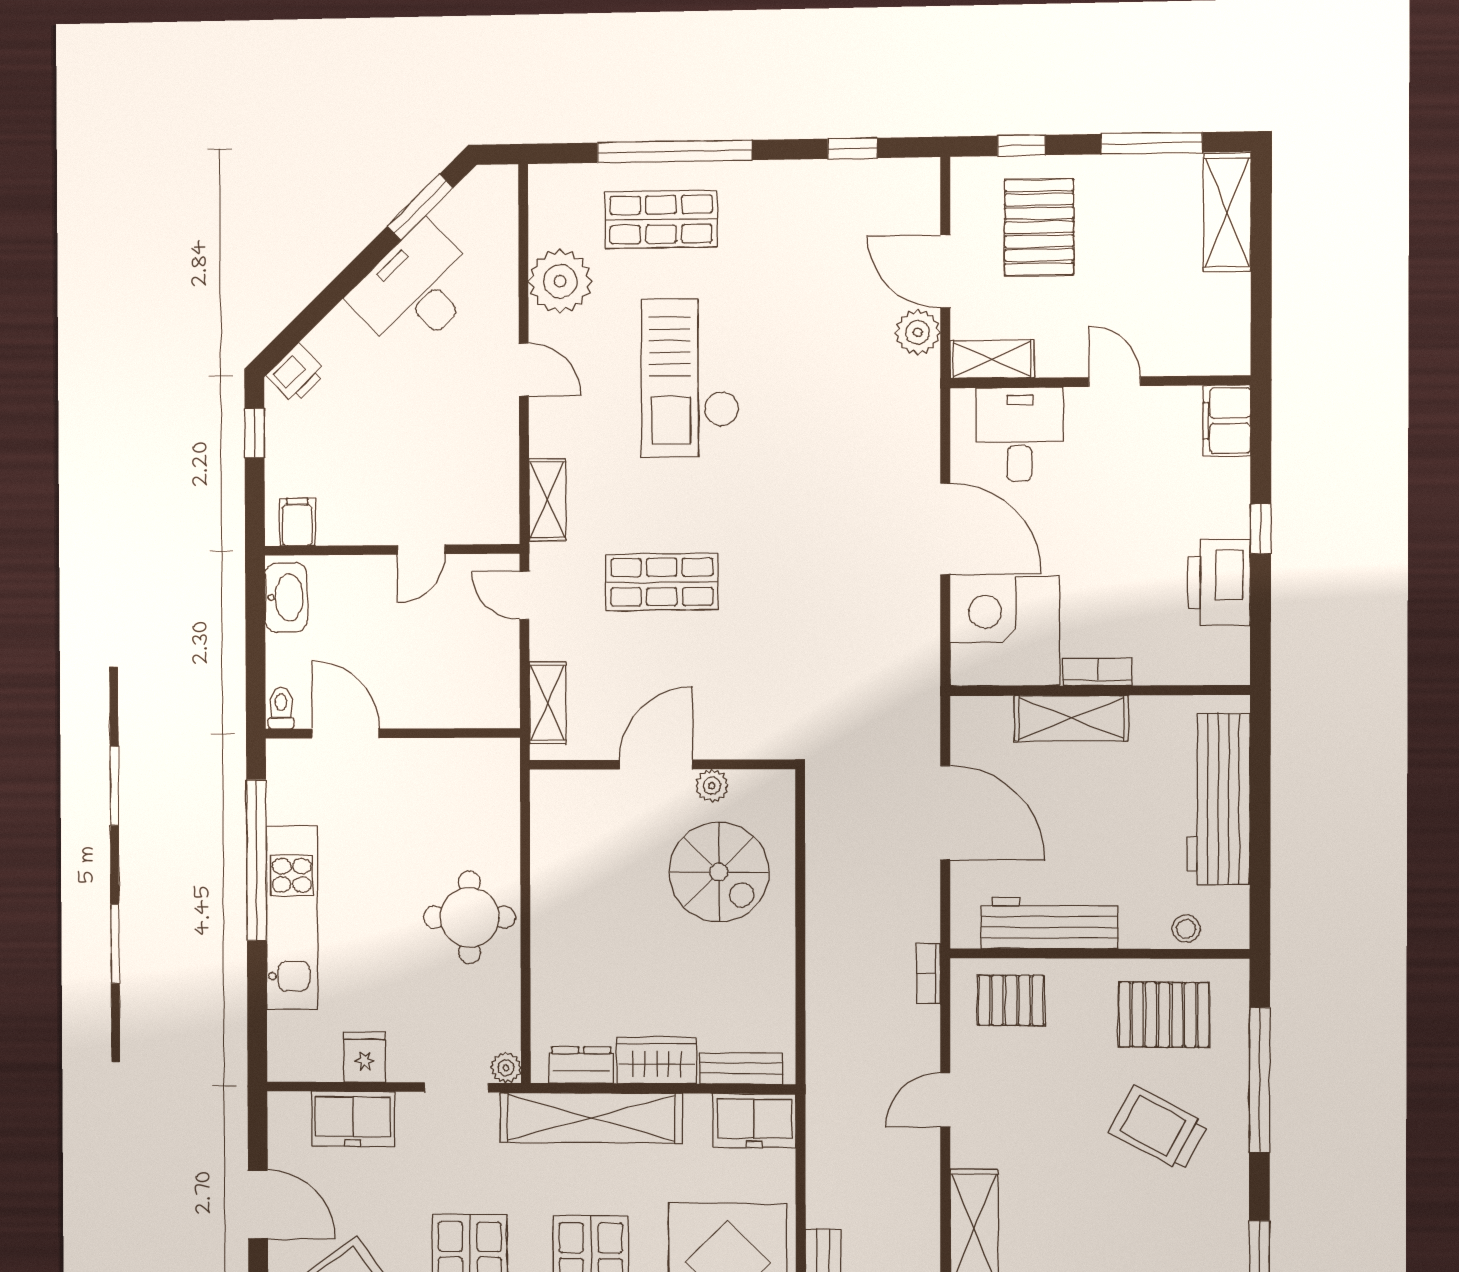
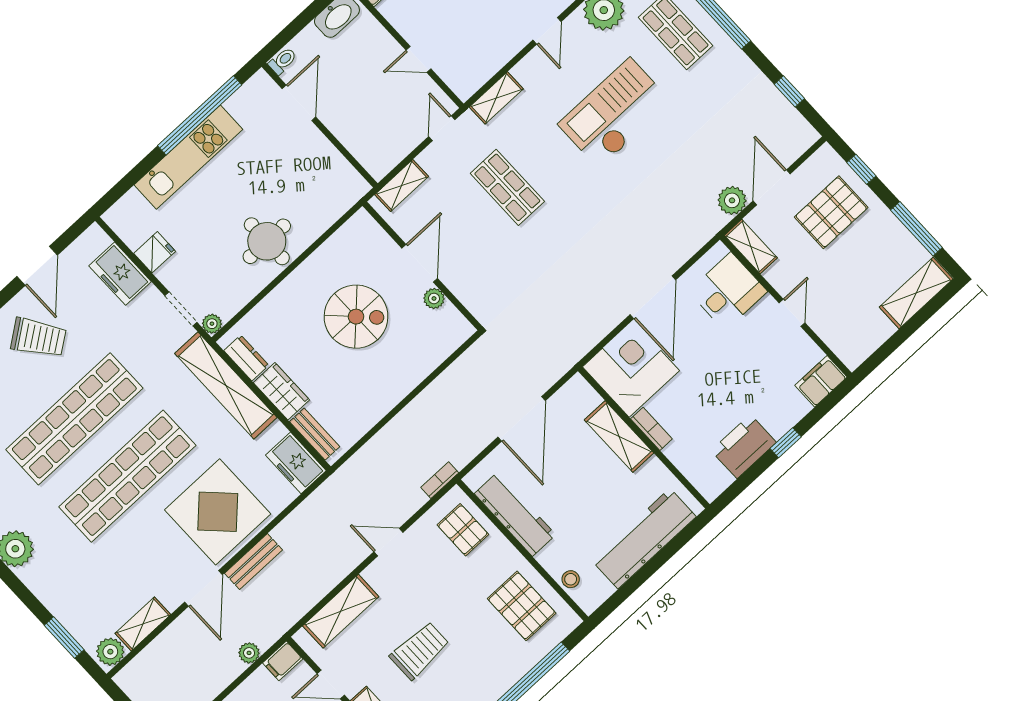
door: (656, 765) -> (420, 263), hinge flipped
spiral stairs: (719, 872) -> (356, 317), moved, turned -90
trolley: (1158, 1128) -> (420, 651), moved, turned 62

